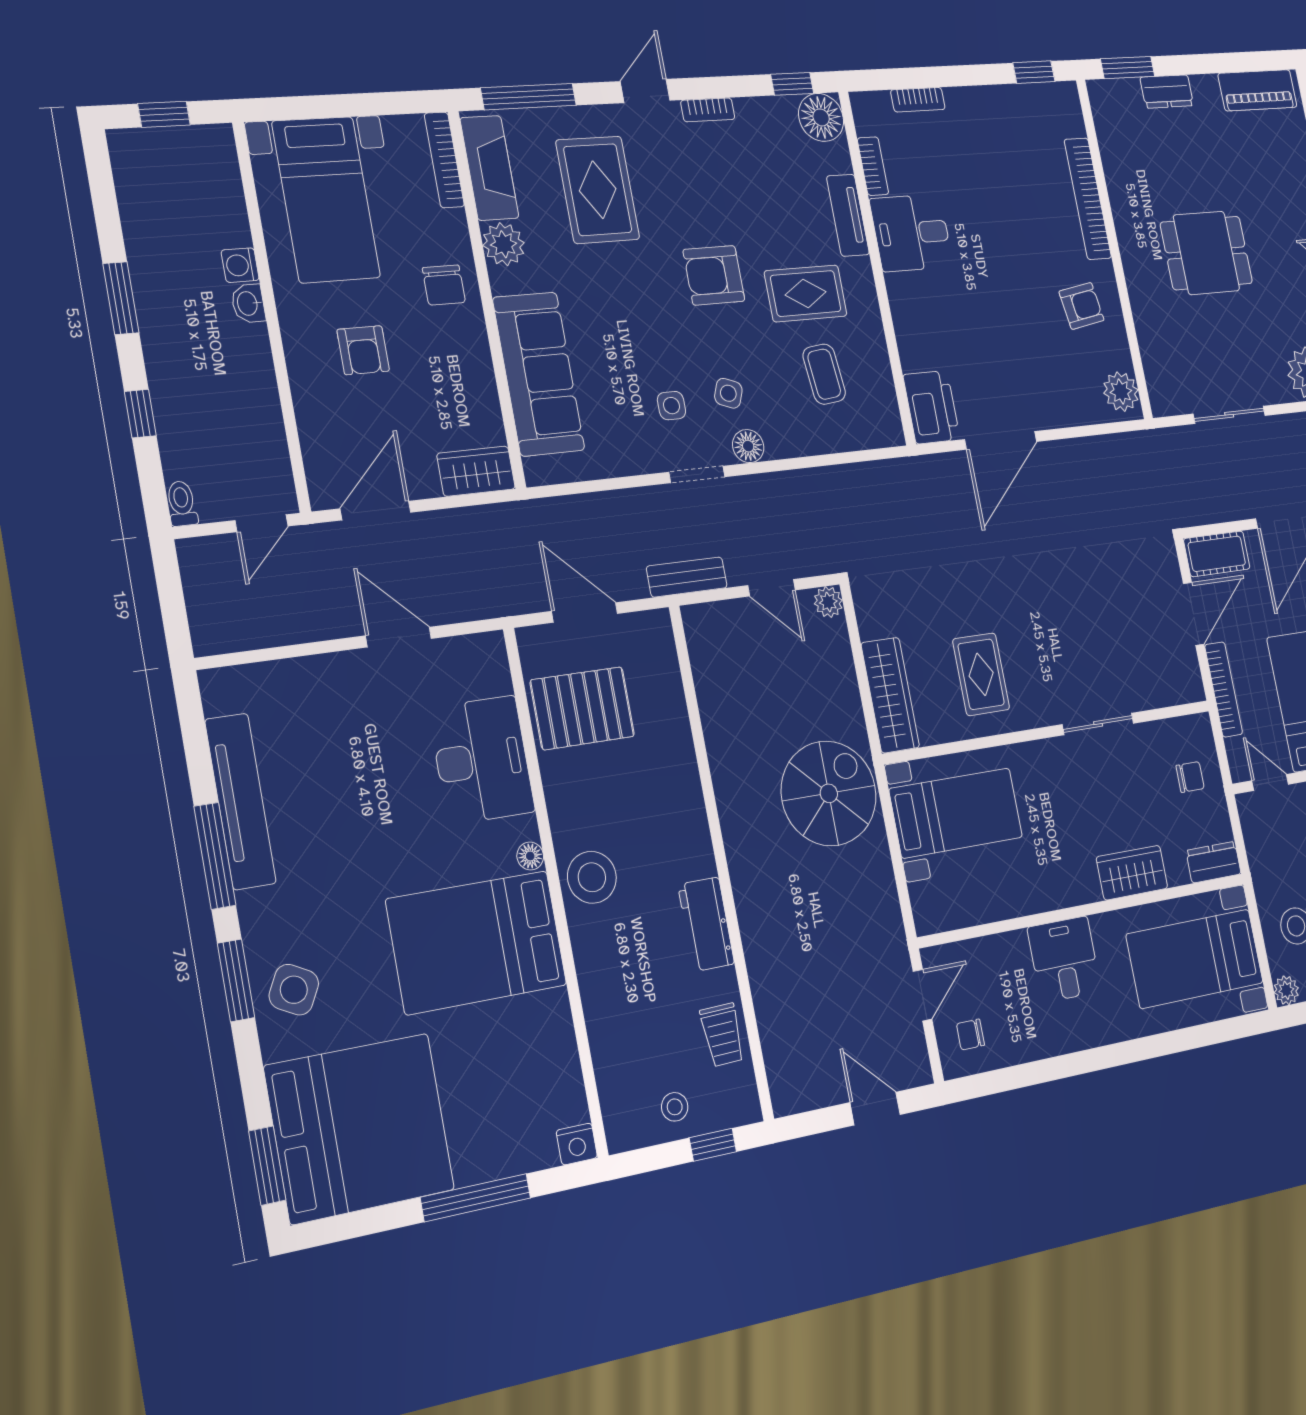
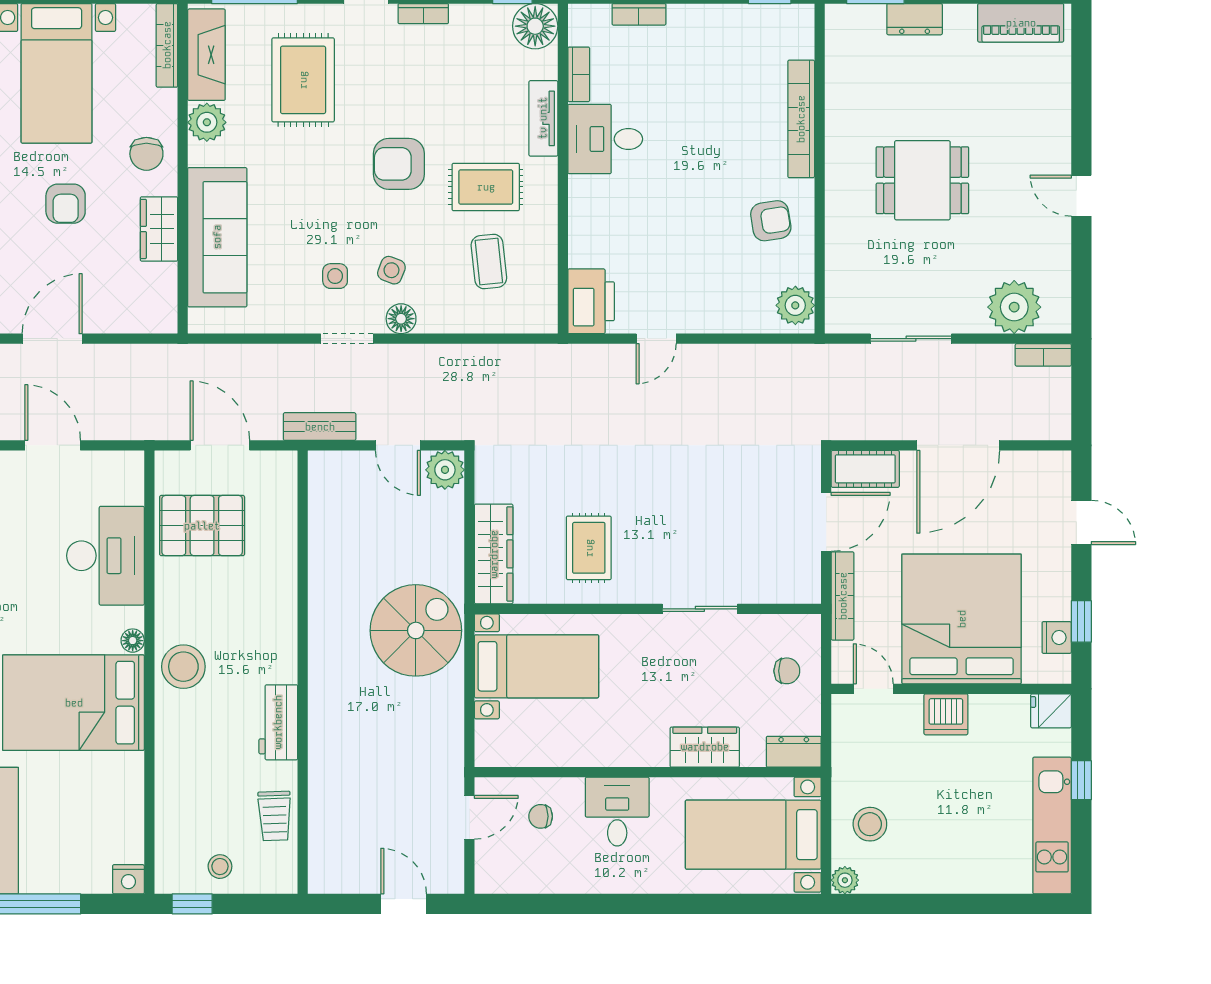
door: (1001, 440) -> (656, 339), width x0.53
wardrobe: (476, 471) -> (159, 229), moved, turned -90
plant: (828, 602) -> (445, 470), width x1.38, depth x1.38
chair: (970, 1035) -> (541, 816), moved
window: (713, 1145) -> (192, 904), moved

